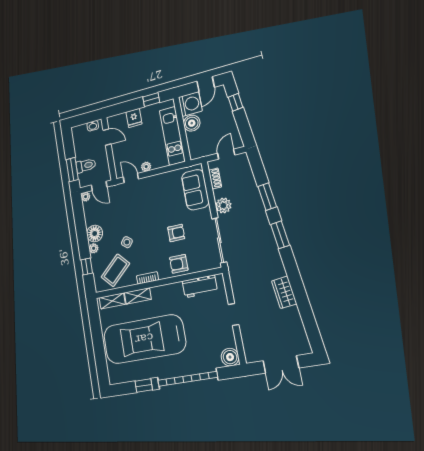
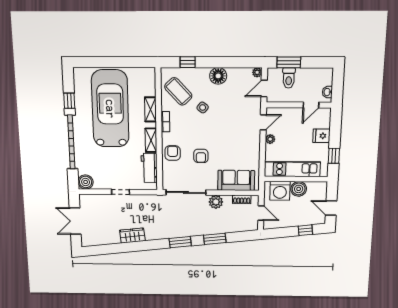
washing machine: (190, 104) -> (280, 191), moved
plant: (94, 248) -> (204, 72), removed
shelving: (112, 301) -> (151, 140), moved

